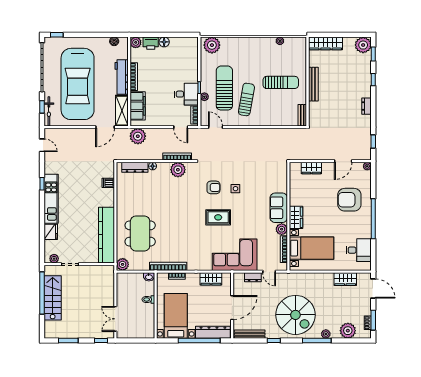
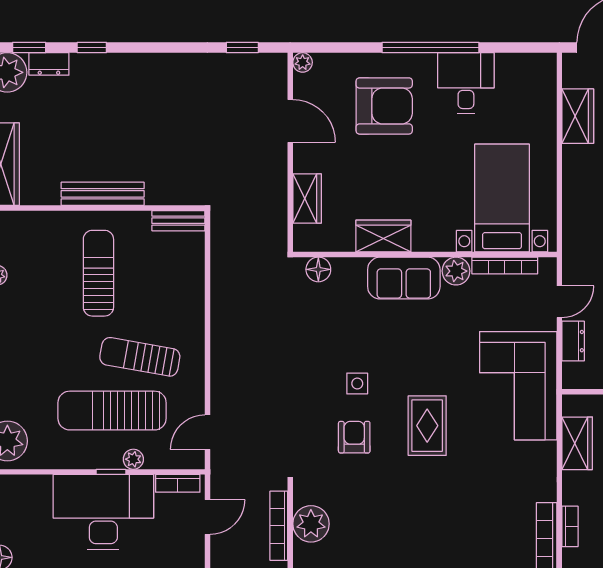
desk: (186, 94) -> (103, 512), width x1.87, depth x1.30
dresser: (367, 106) -> (49, 64), moved
floor lamp: (282, 173) -> (318, 269), added
armchair: (349, 200) -> (384, 106), turned -90
wardrobe: (296, 217) -> (383, 236), moved
desk: (359, 250) -> (466, 83), moved

